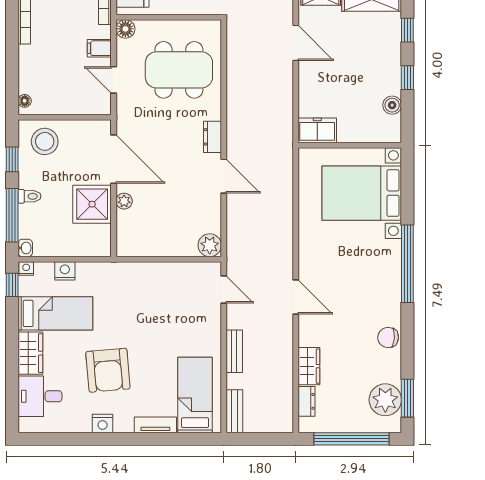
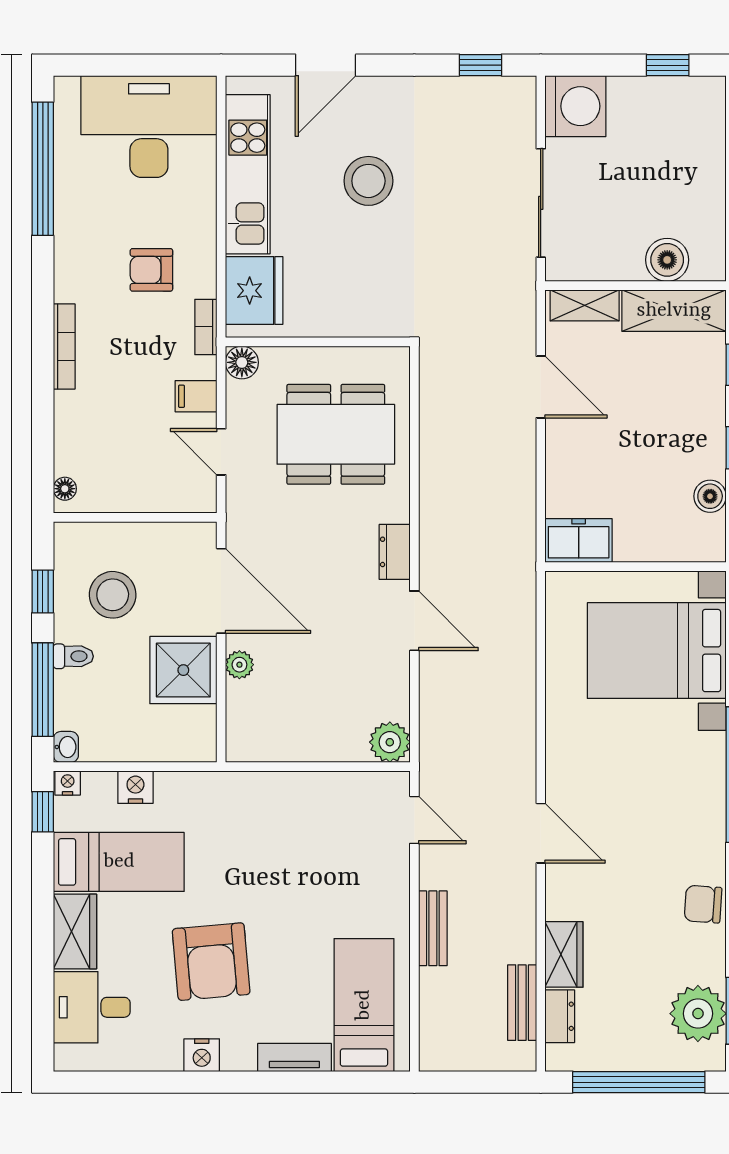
stool: (45, 141) -> (113, 595), moved
bench: (234, 411) -> (522, 1003), moved

